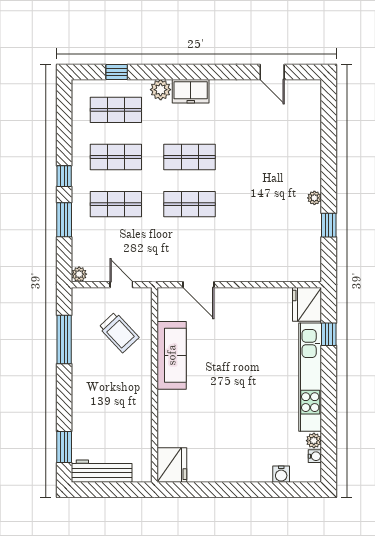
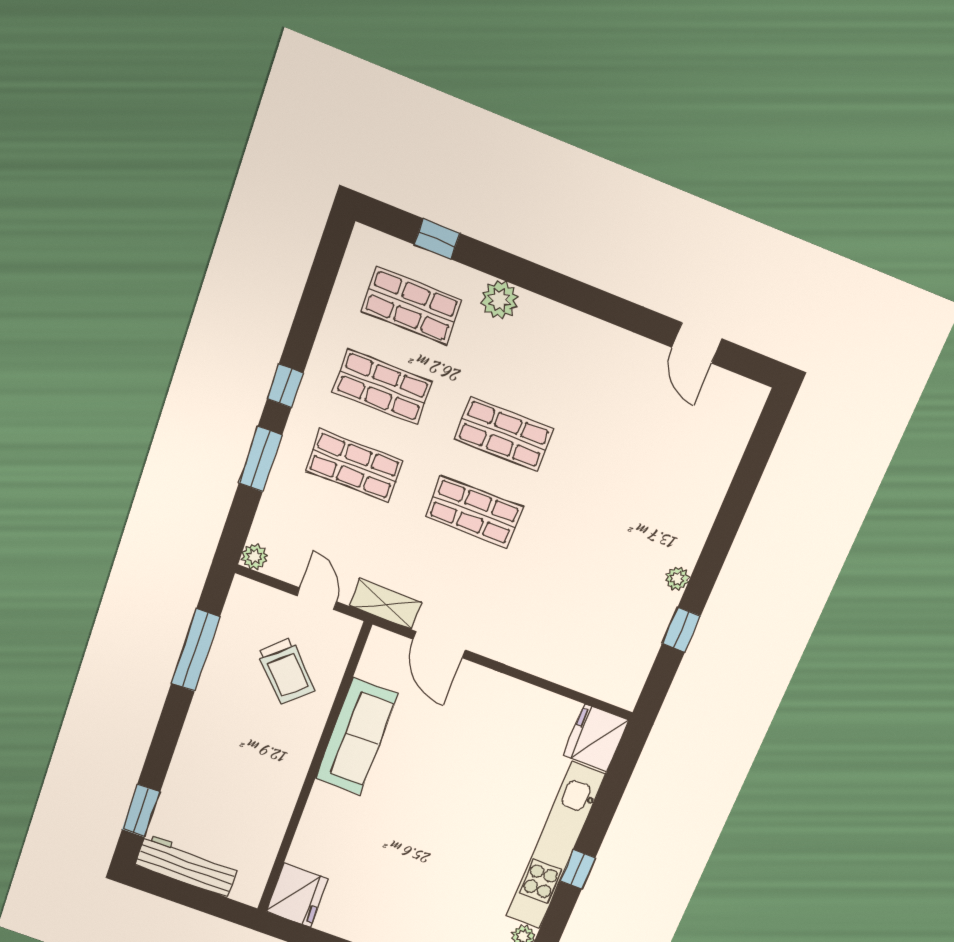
freezer: (191, 91) -> (549, 323), removed
shelving: (160, 273) -> (386, 604), added
window: (329, 334) -> (578, 869), moved

